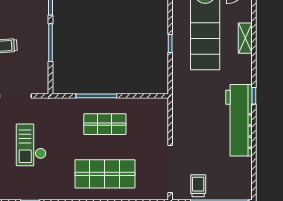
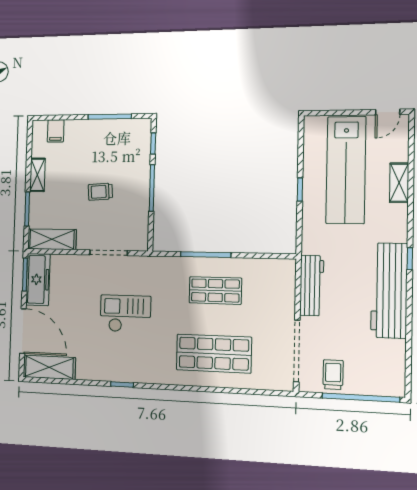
workbench: (181, 118) -> (312, 286), added
checkout: (31, 145) -> (125, 314), turned 90

